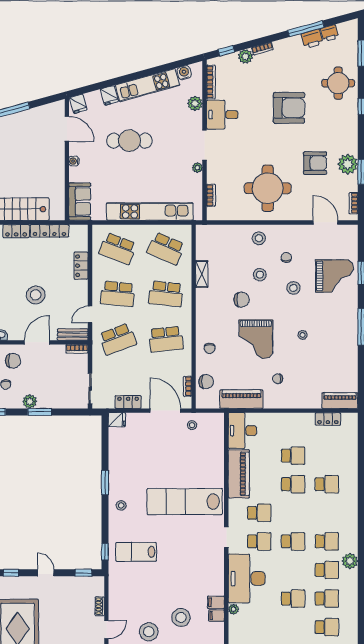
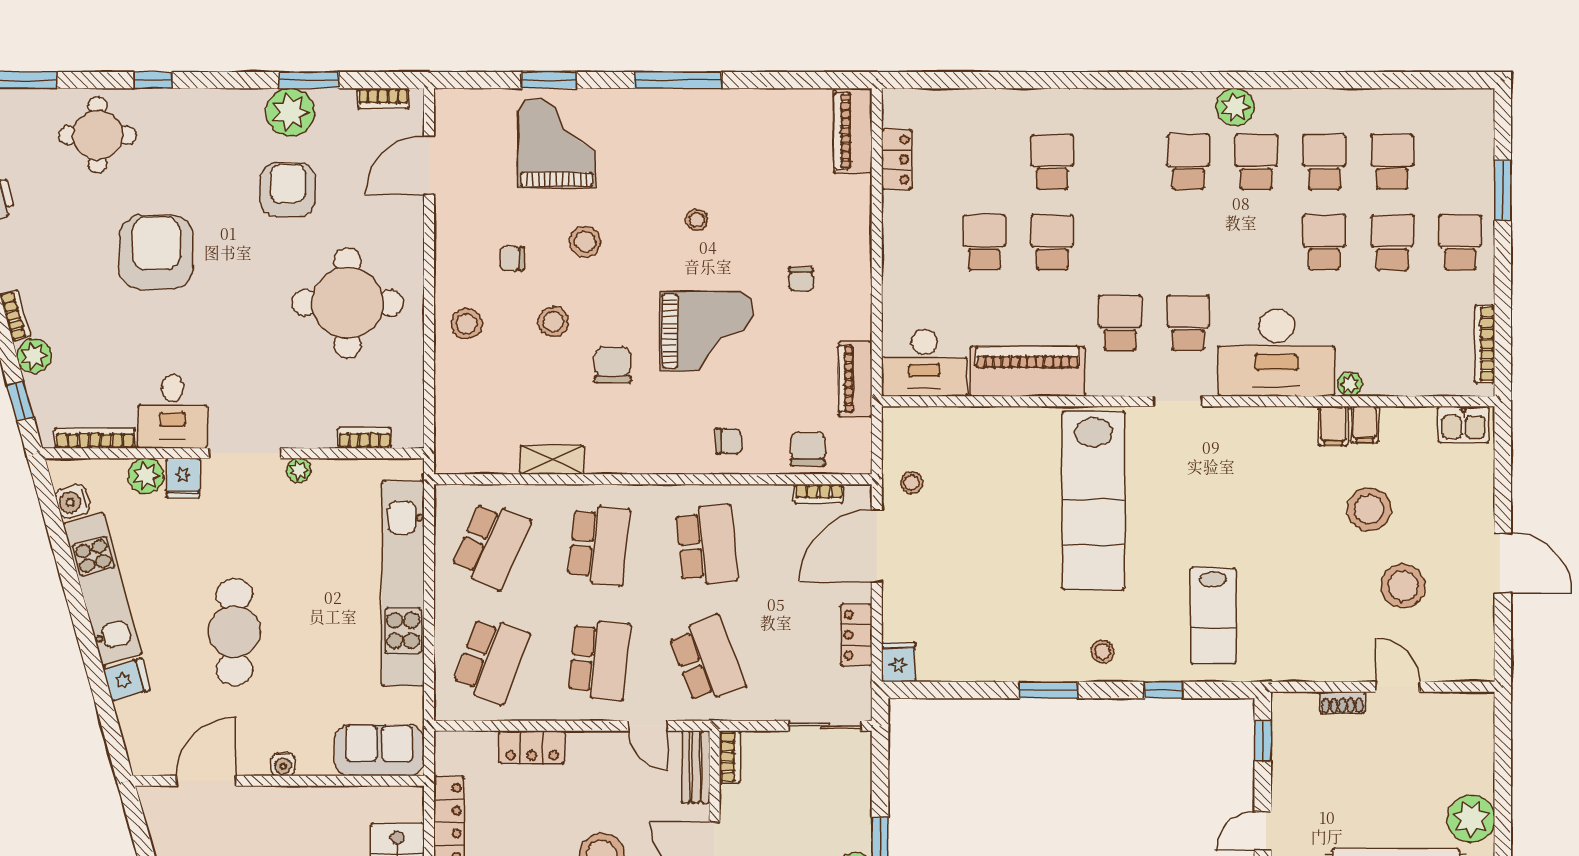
fridge: (78, 104) -> (183, 478), moved, turned 105
piano: (241, 399) -> (855, 379), width x0.73, depth x0.75
school desk: (293, 541) -> (1392, 242), moved
window: (105, 552) -> (1164, 690), moved

